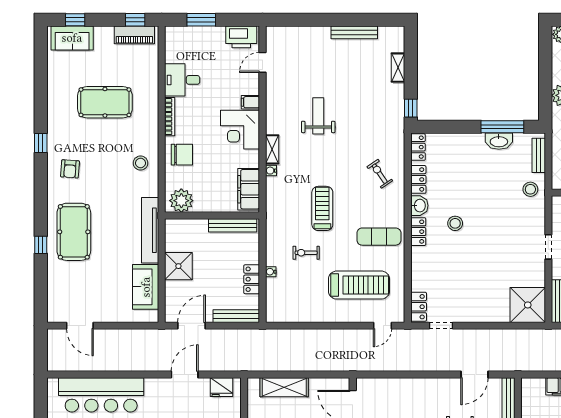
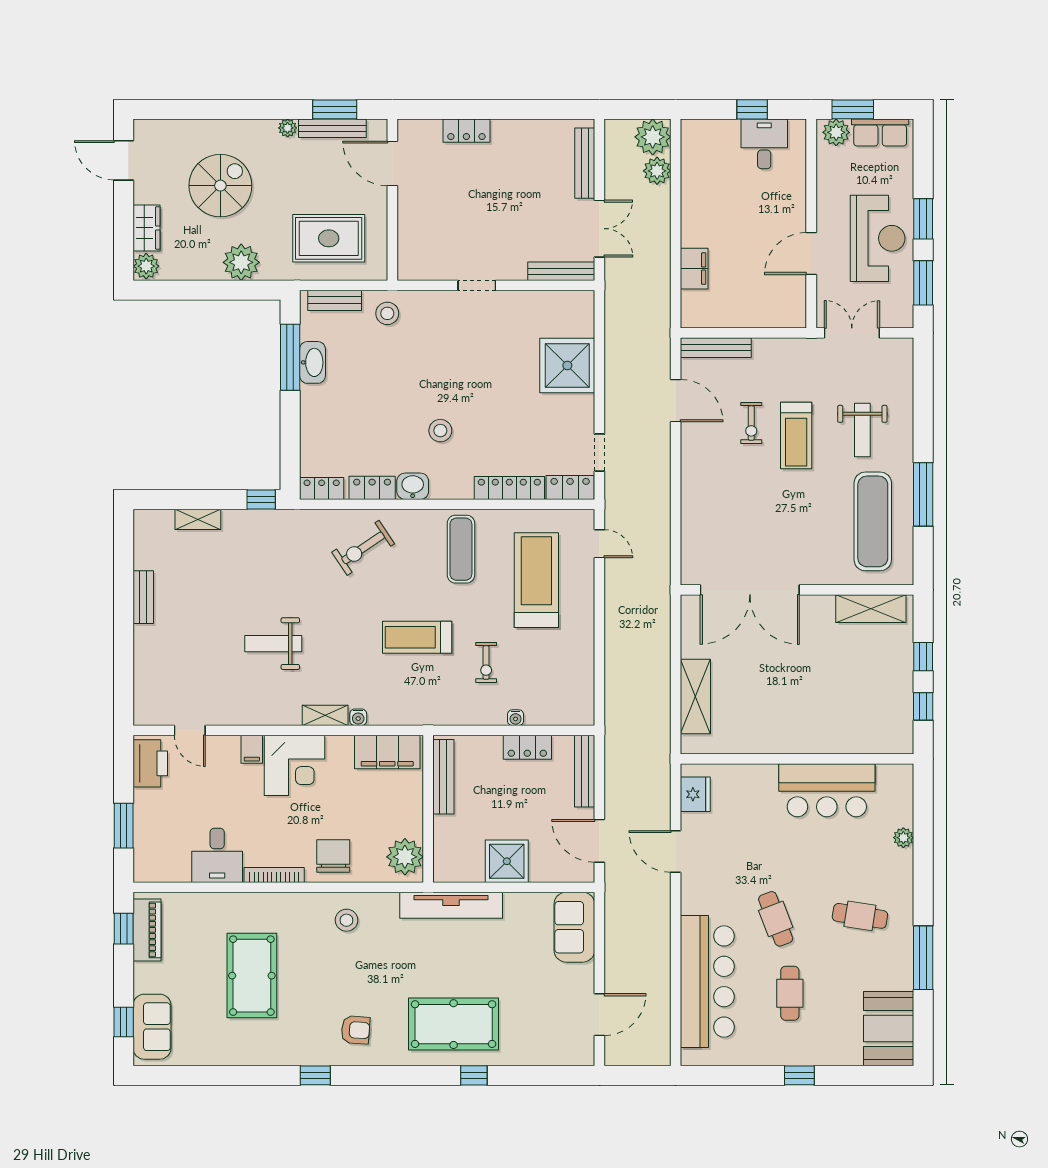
bench: (354, 32) -> (143, 597), width x0.73
exercise bike: (380, 174) -> (363, 548), width x1.38, depth x1.39
locker: (418, 232) -> (509, 488), moved, width x1.53
sofa: (146, 287) -> (574, 927), moved, turned 90
shower: (528, 305) -> (567, 365), moved

